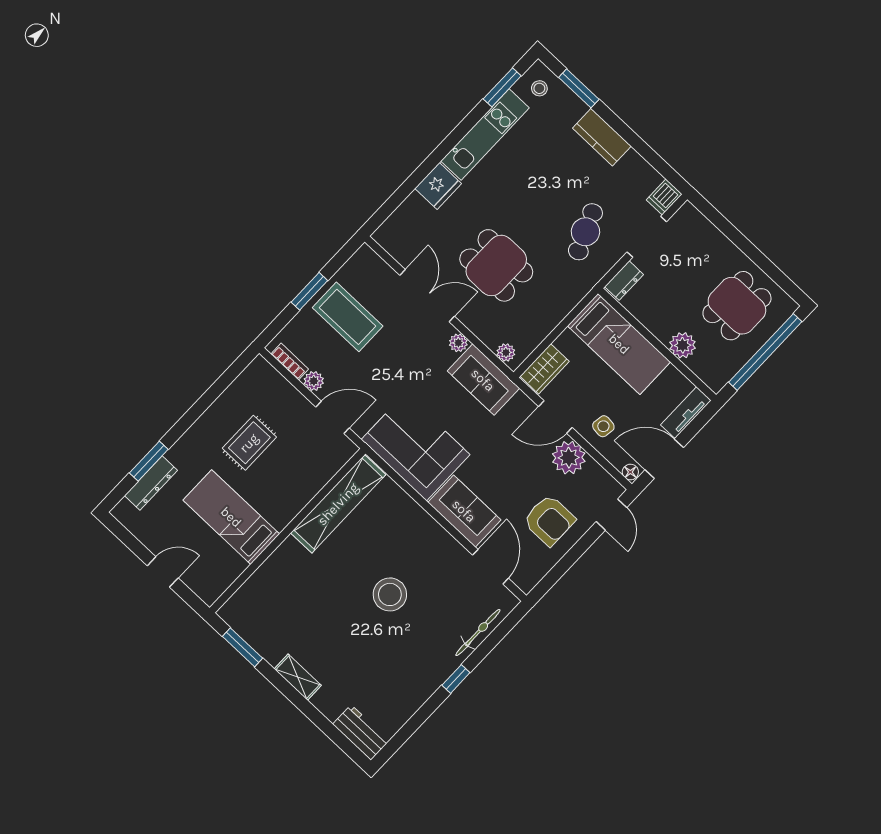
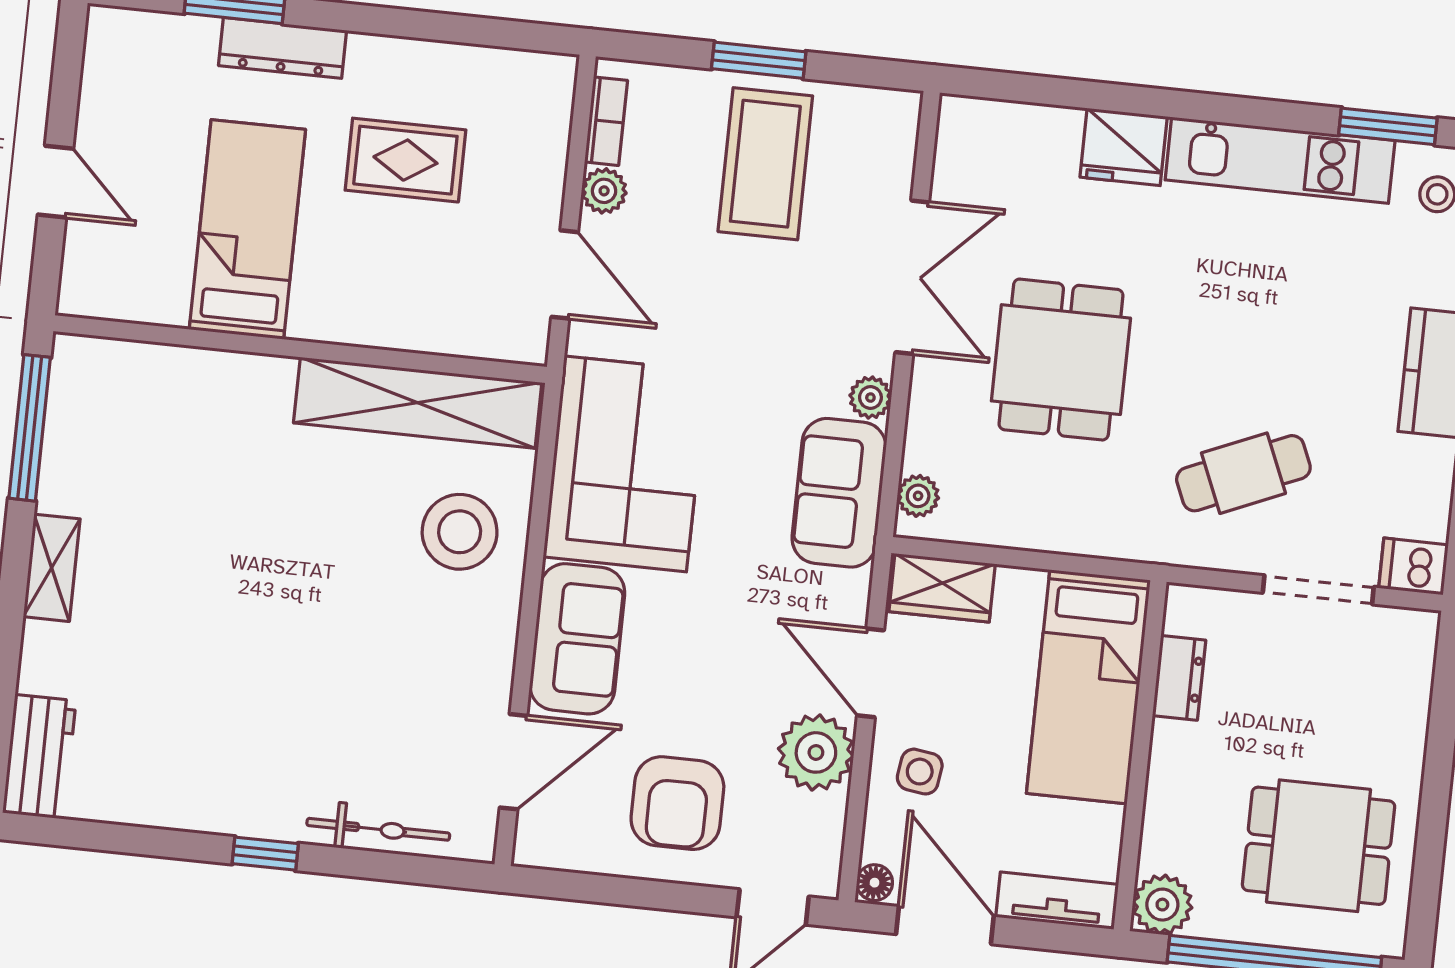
dresser: (624, 281) -> (1179, 678), moved, turned -90
plant: (683, 345) -> (1162, 905), moved
dresser: (151, 483) -> (283, 48), moved
stool: (390, 594) -> (460, 532), moved
window: (242, 647) -> (30, 428), width x1.44

